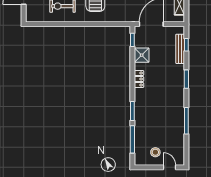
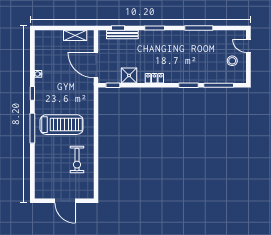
door: (169, 167) -> (248, 46), hinge flipped

